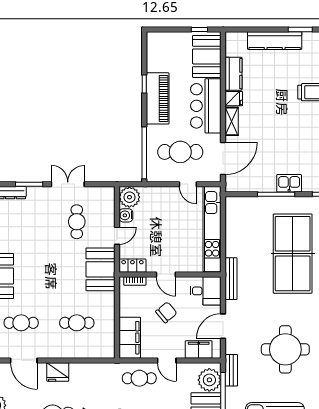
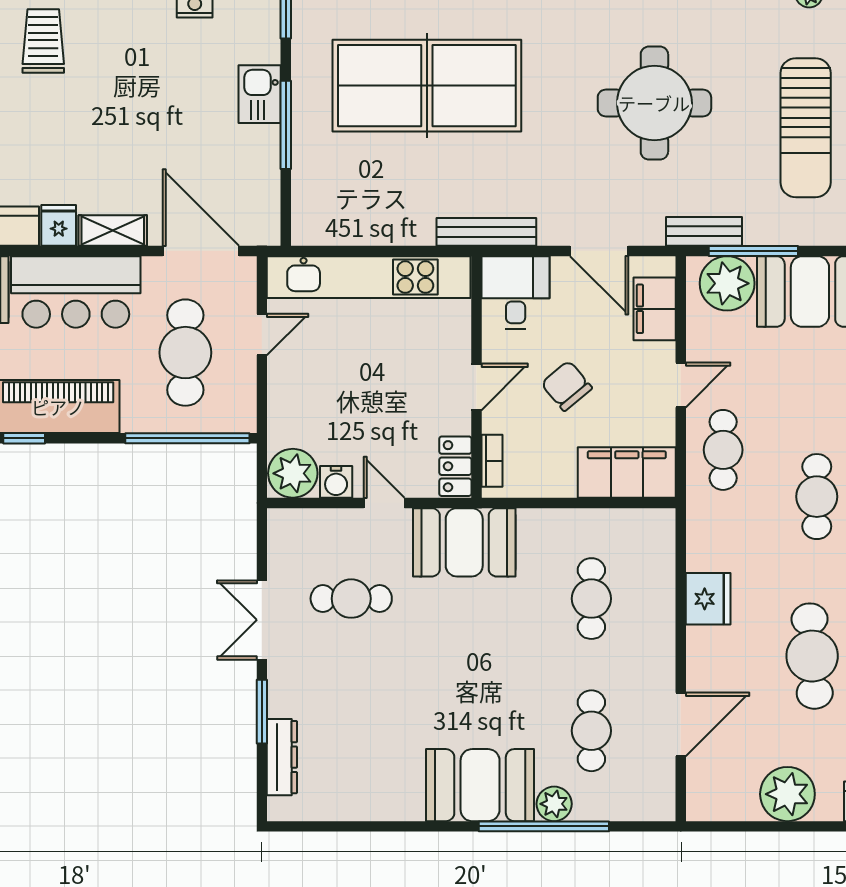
fridge: (58, 372) -> (708, 599), moved

